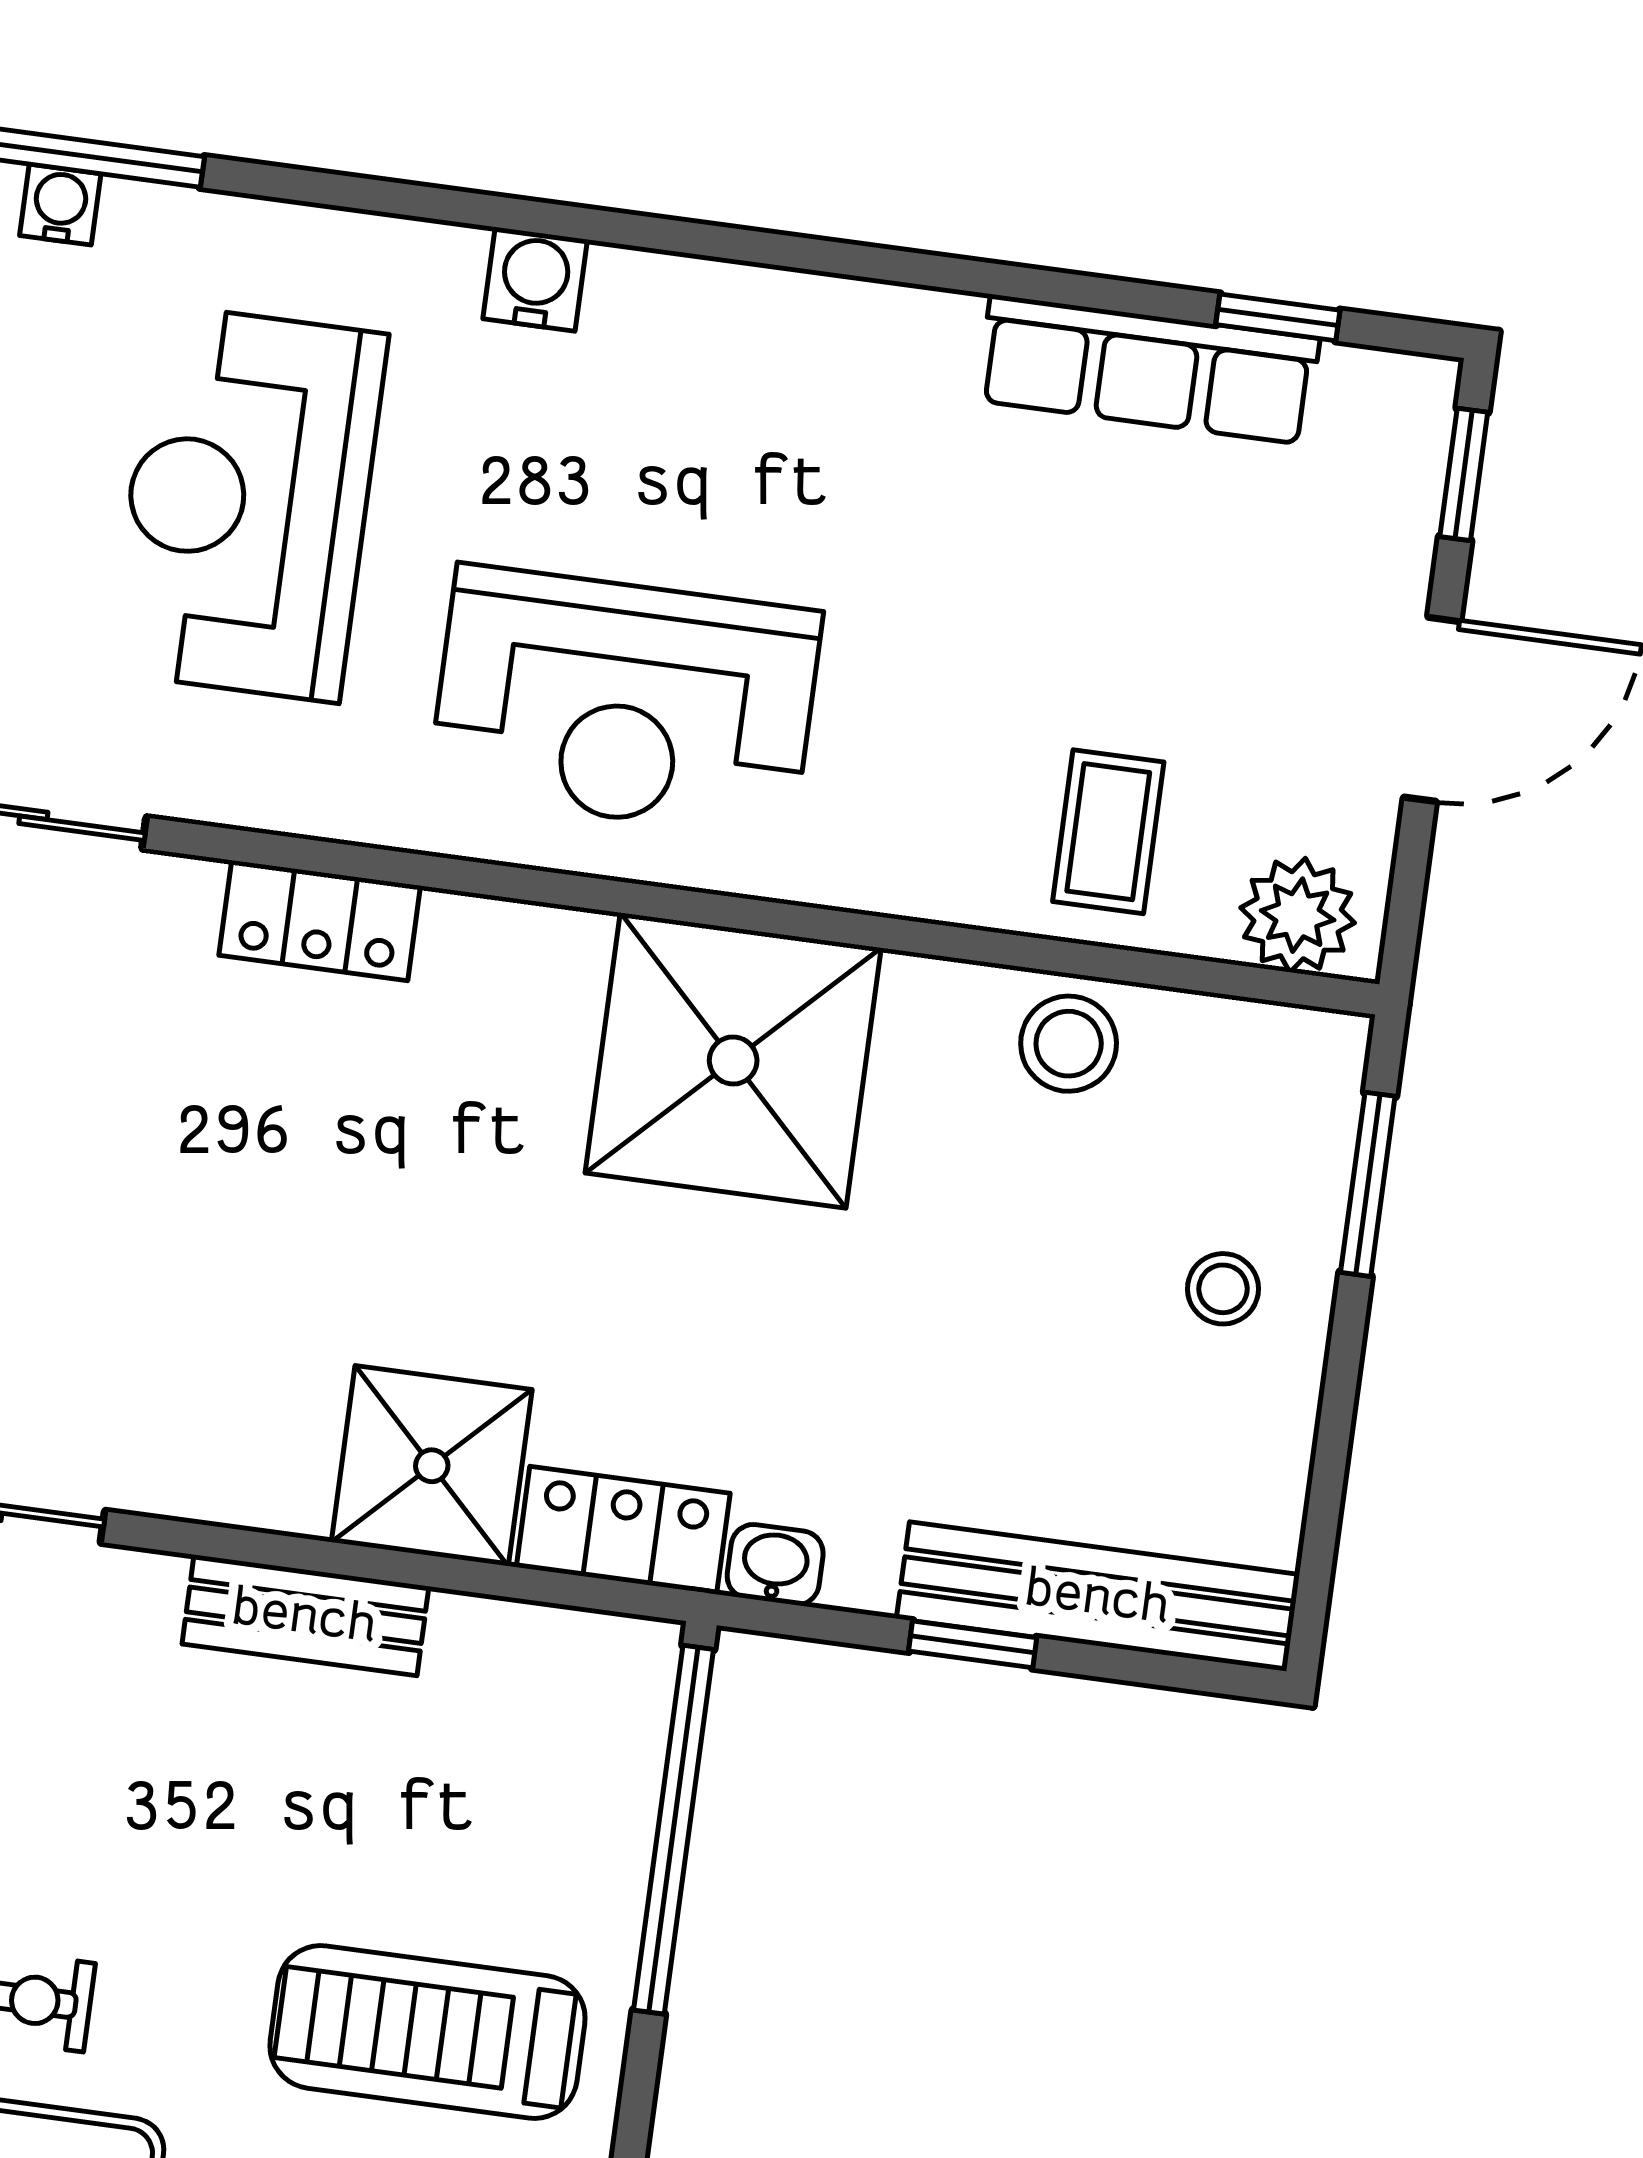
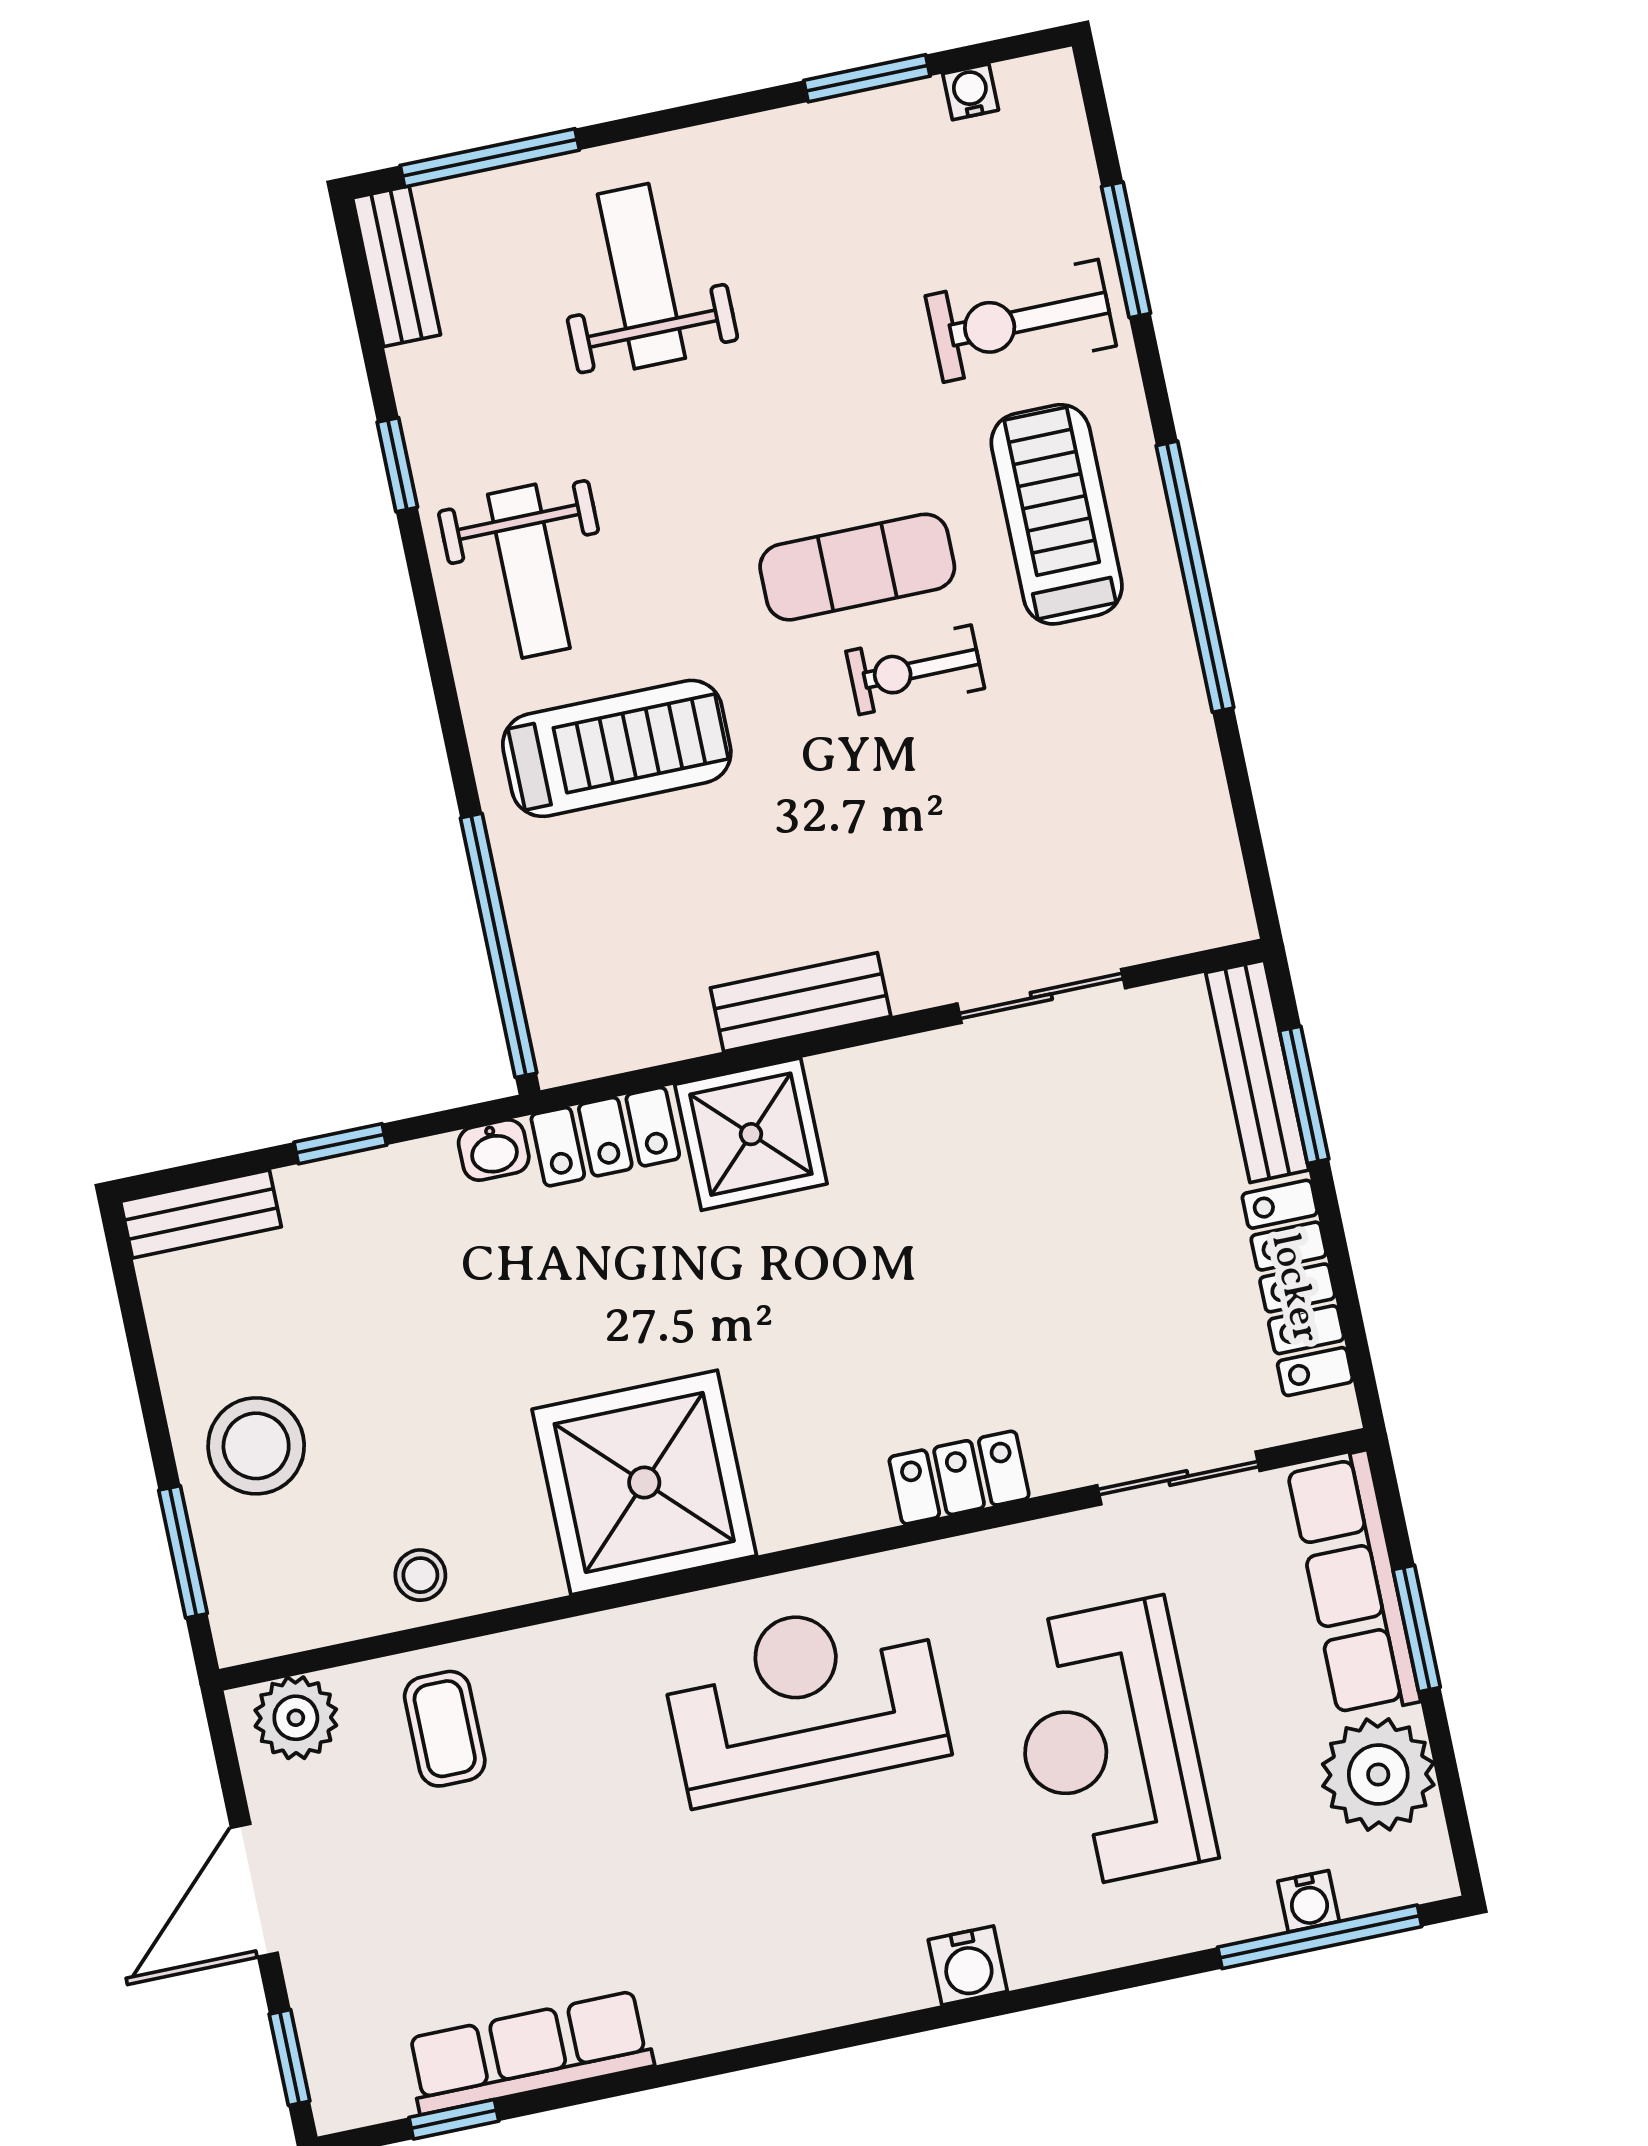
reception desk: (248, 503) -> (1109, 1744), turned 180
stool: (1069, 1044) -> (420, 1575), width x0.73, depth x0.73
stool: (1223, 1289) -> (256, 1446), width x1.89, depth x1.89
bench: (1098, 1596) -> (201, 1214), width x0.54, depth x0.82

